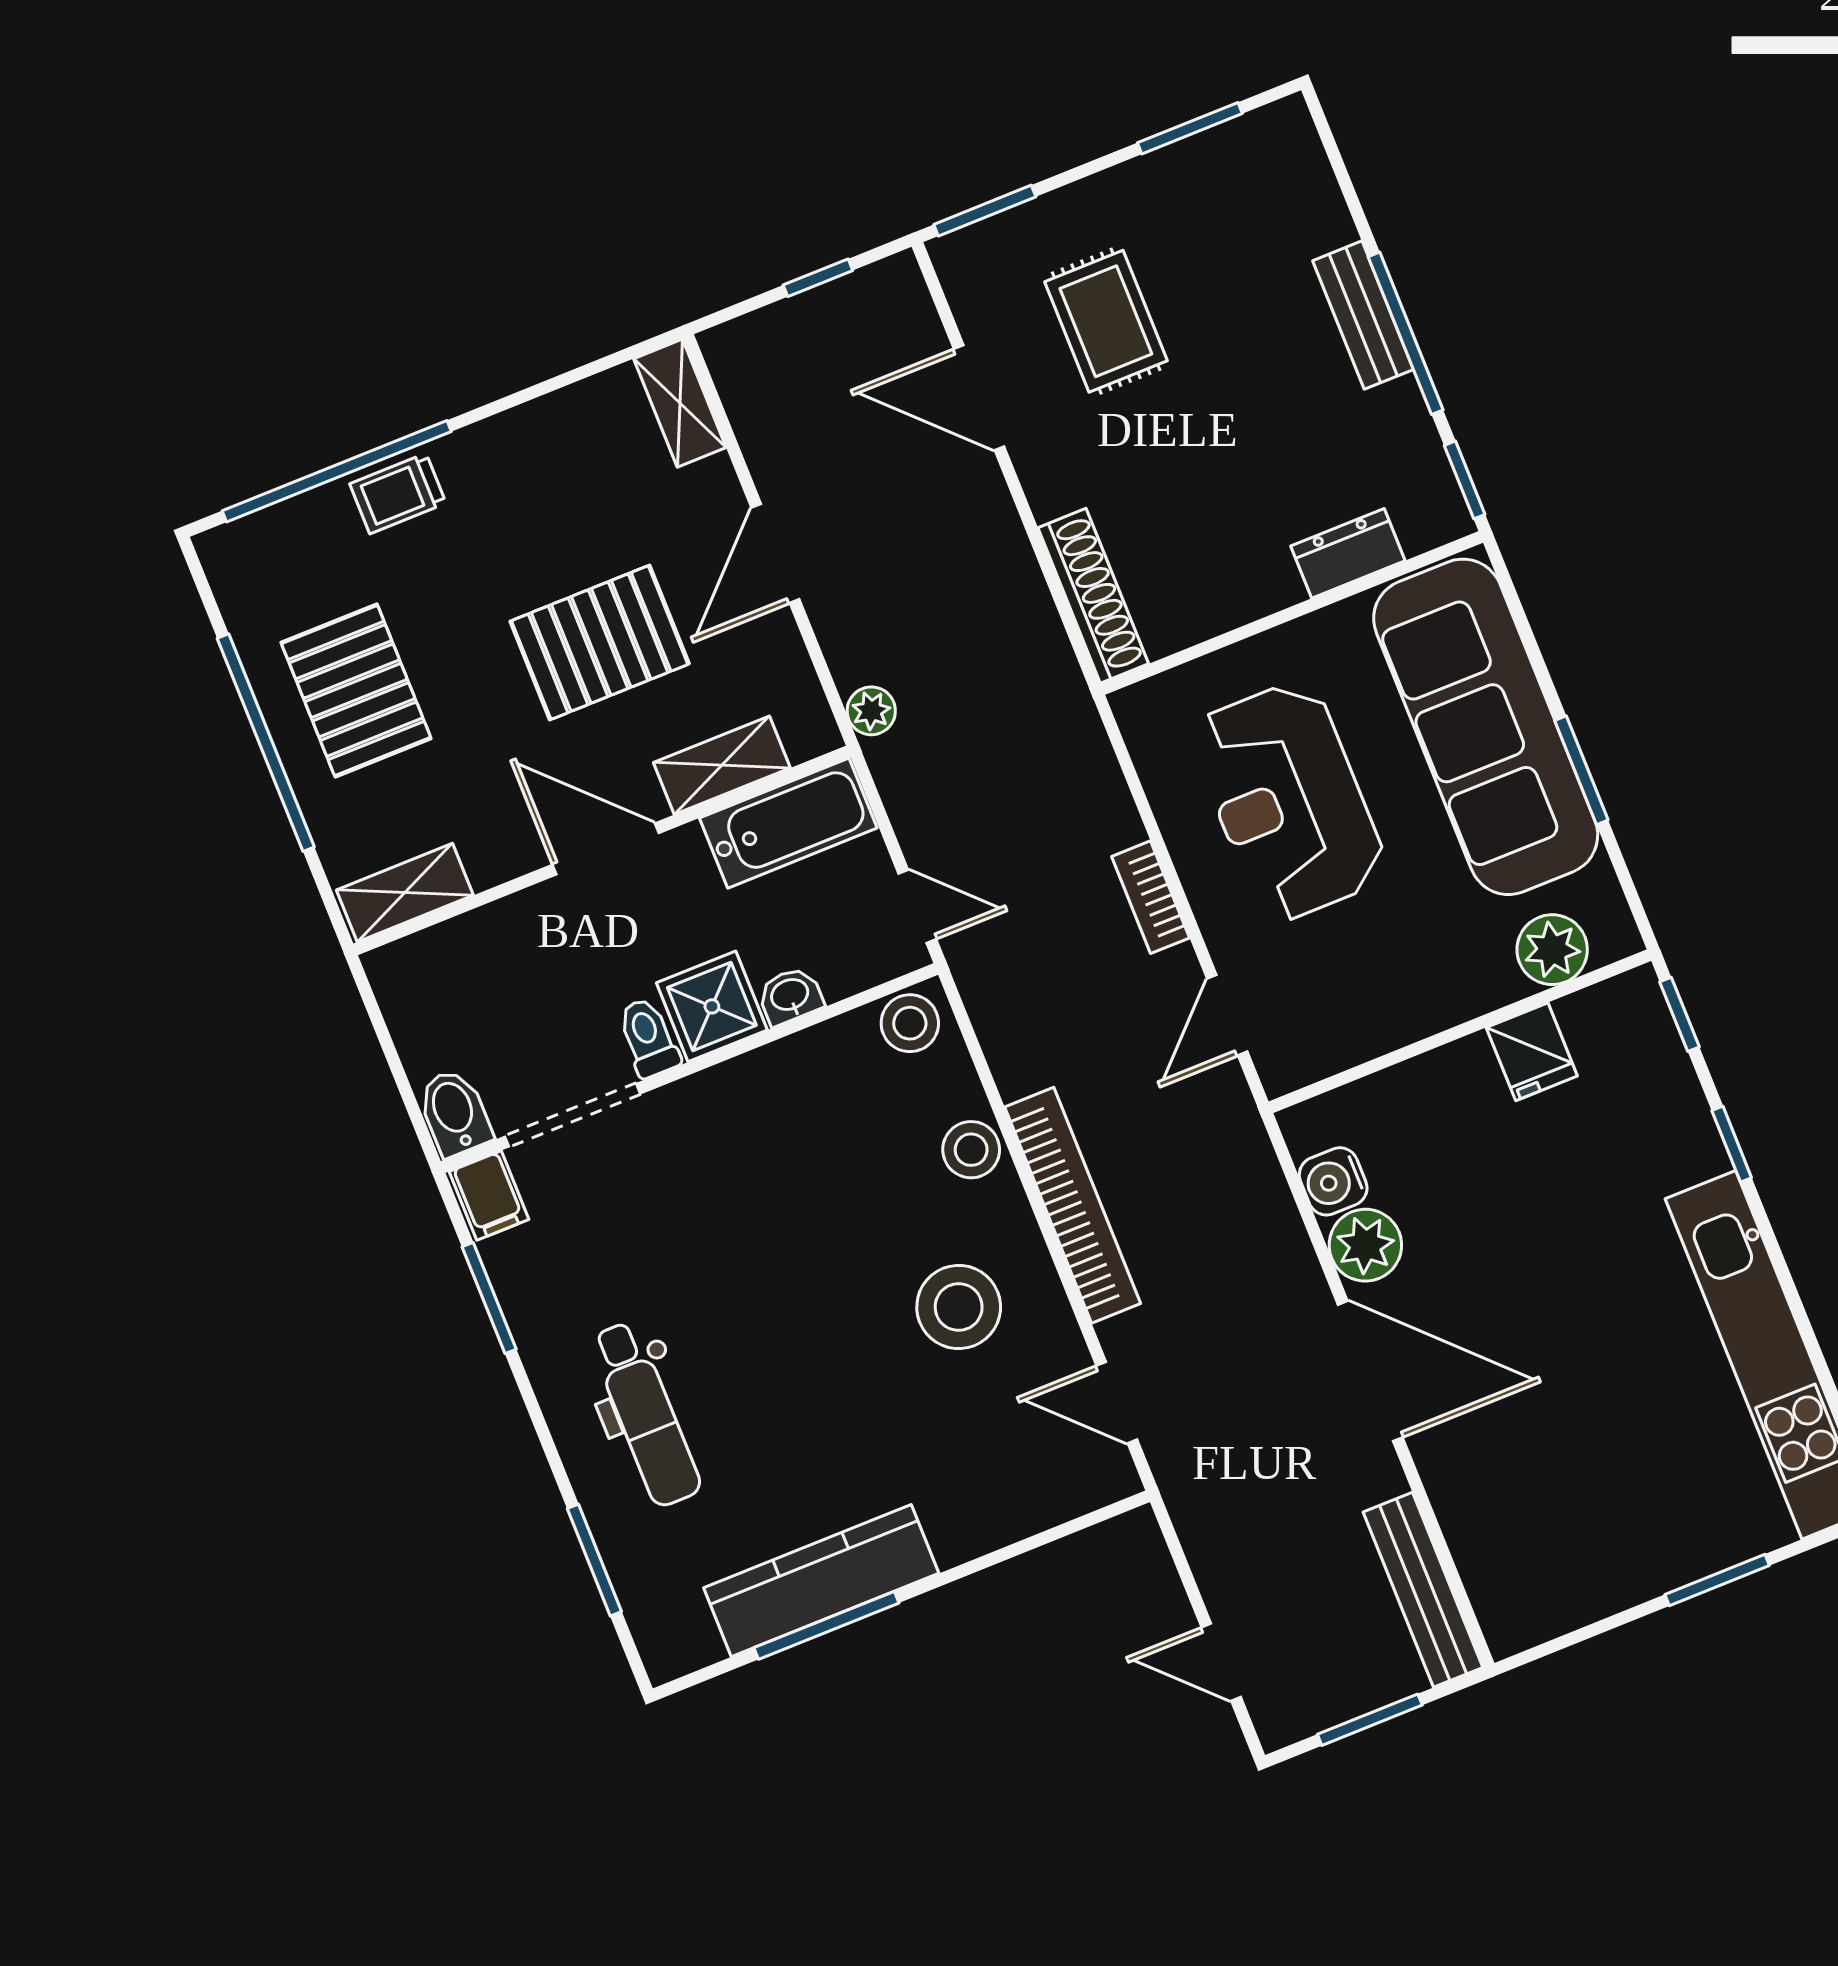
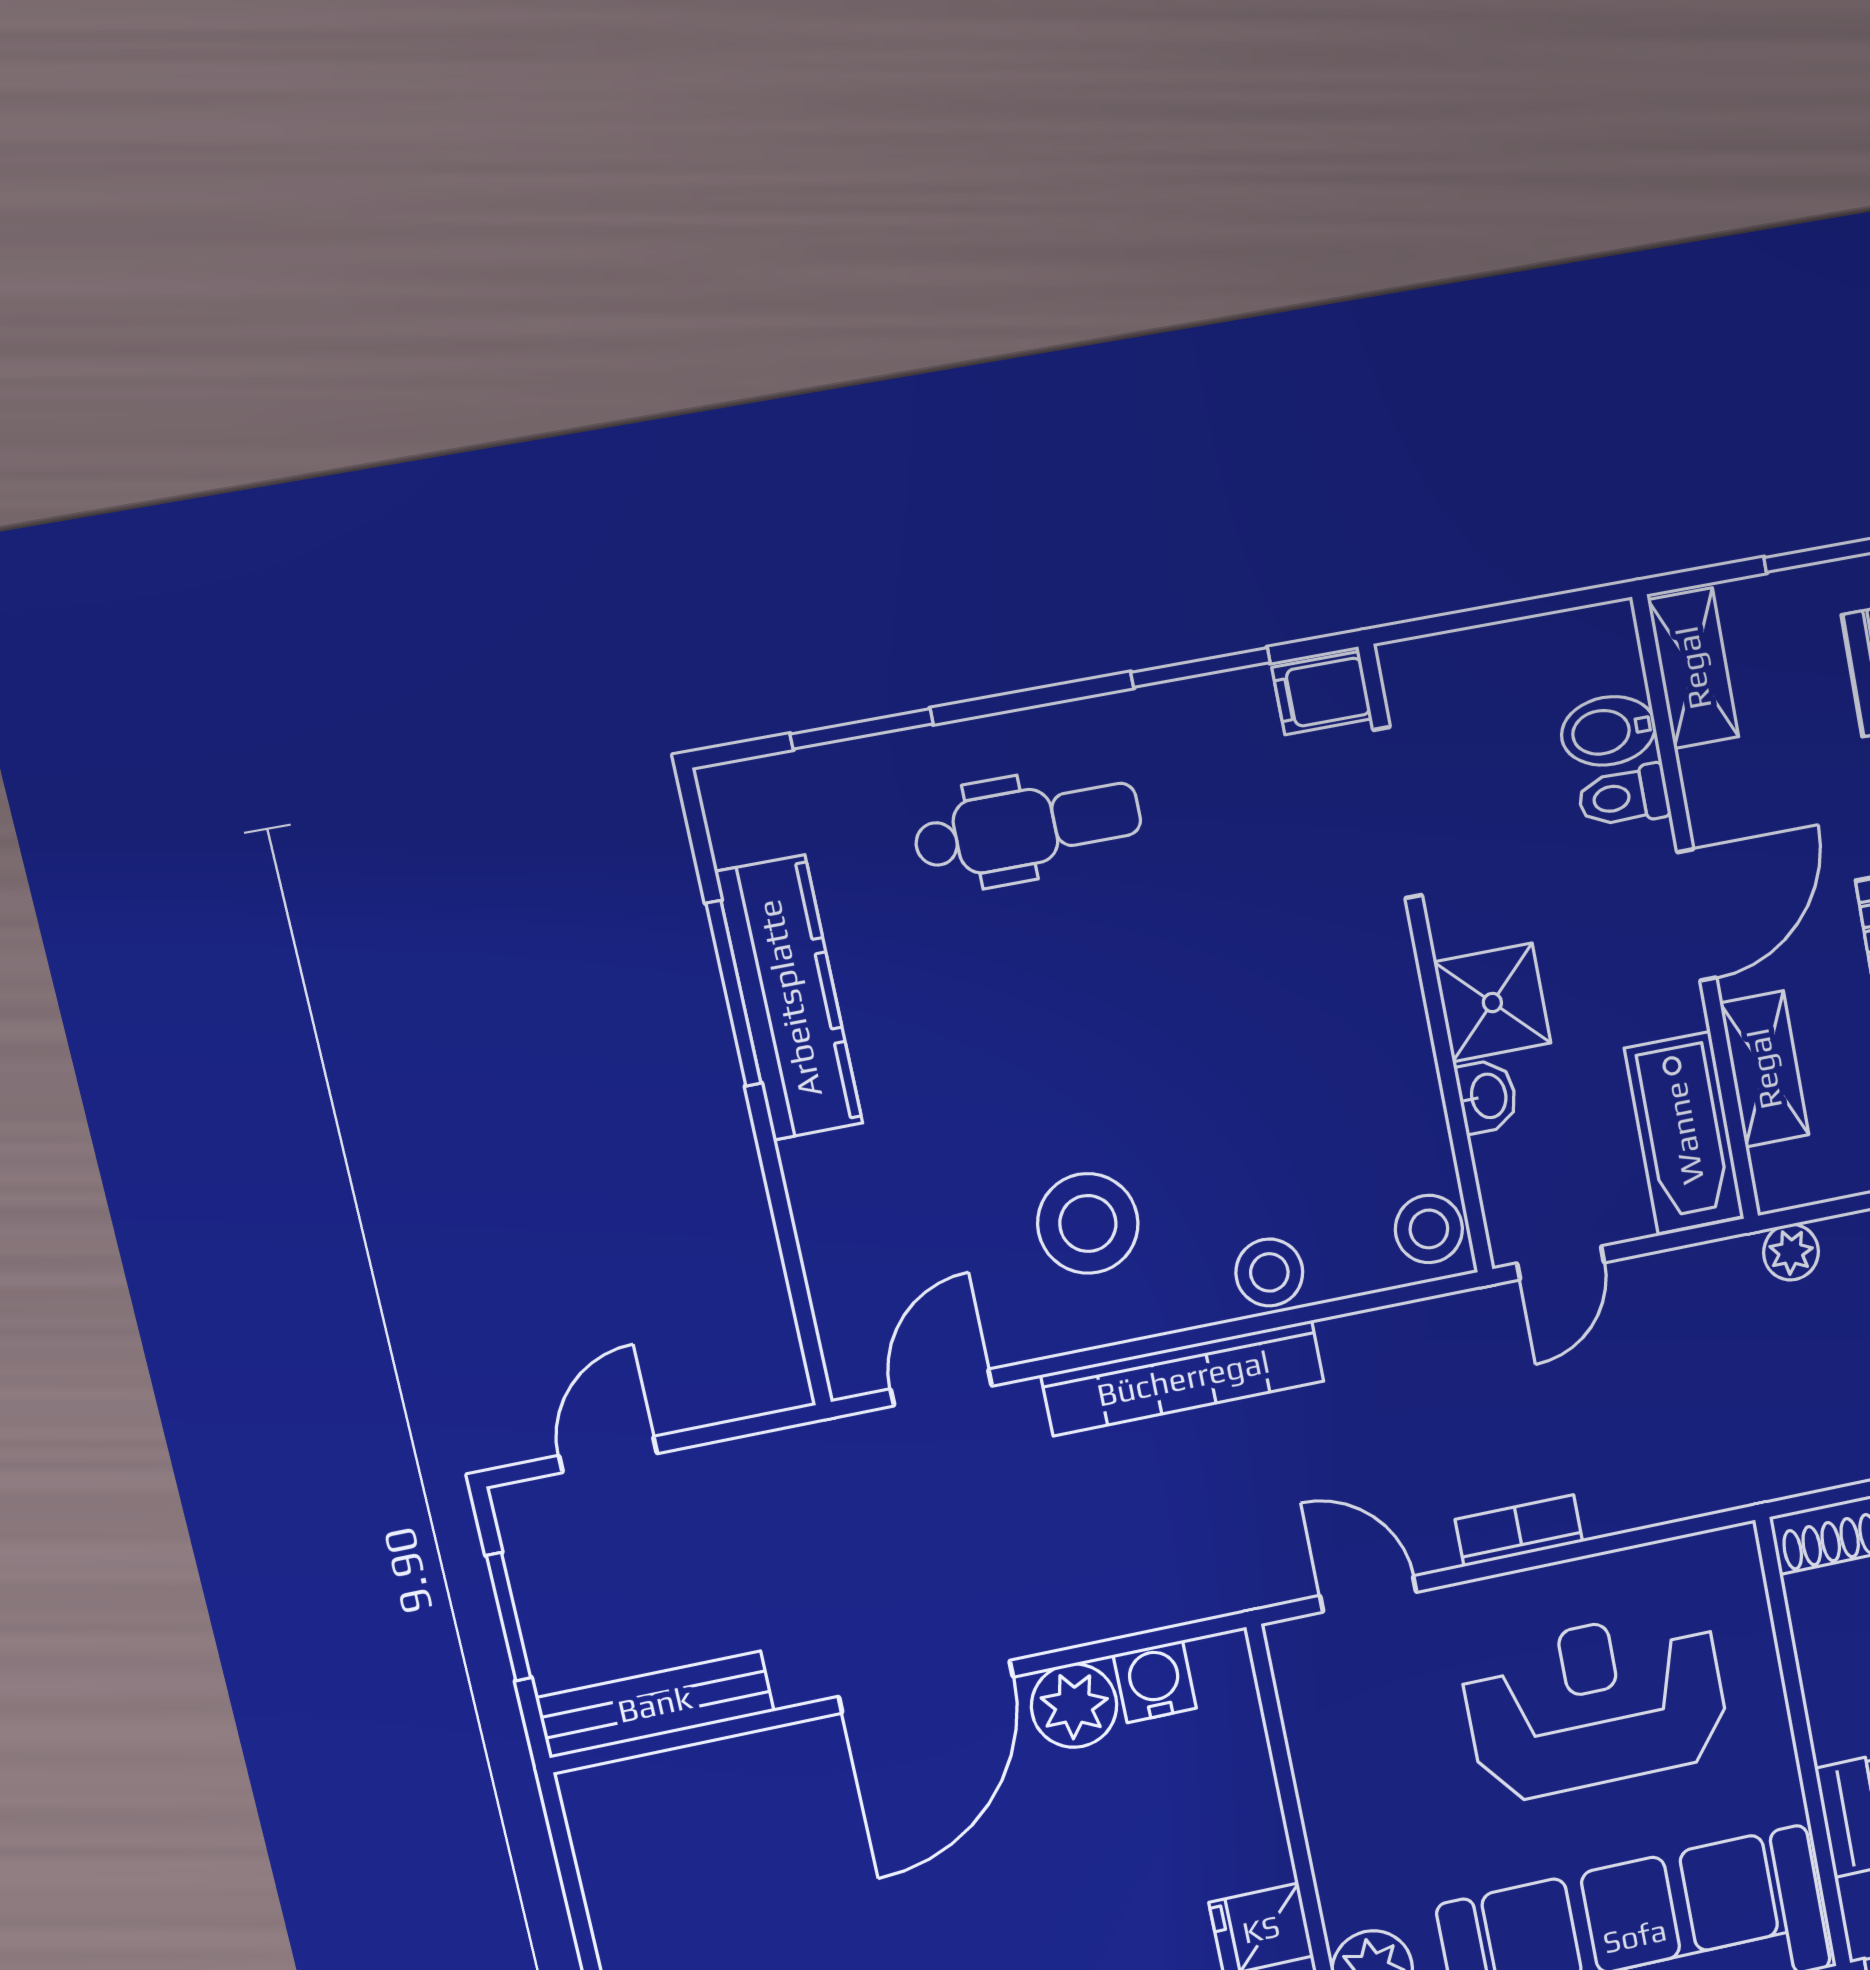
toilet: (648, 1038) -> (1624, 797), moved, turned 180
bidet: (455, 1112) -> (1608, 731), moved, turned 180
dental chair: (646, 1414) -> (1028, 827), turned 180

